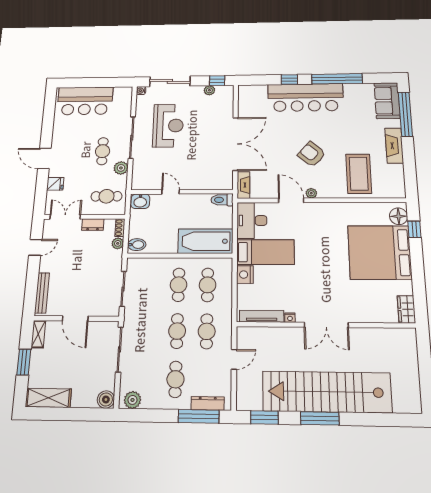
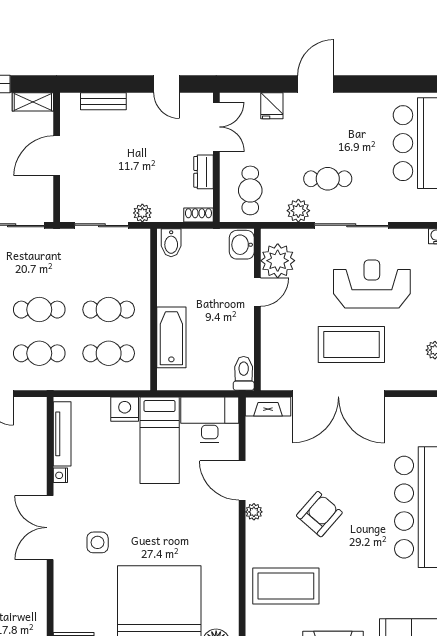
reception desk: (168, 126) -> (372, 284), turned 180
coffee table: (205, 137) -> (351, 345), added
plant: (151, 180) -> (278, 261), added
door: (291, 200) -> (242, 480), swing flipped
bathtub: (205, 241) -> (171, 337), width x0.73, depth x0.73
plant: (118, 243) -> (142, 213), moved
bench: (42, 293) -> (103, 101), width x0.73
side table: (335, 293) -> (98, 542), added

